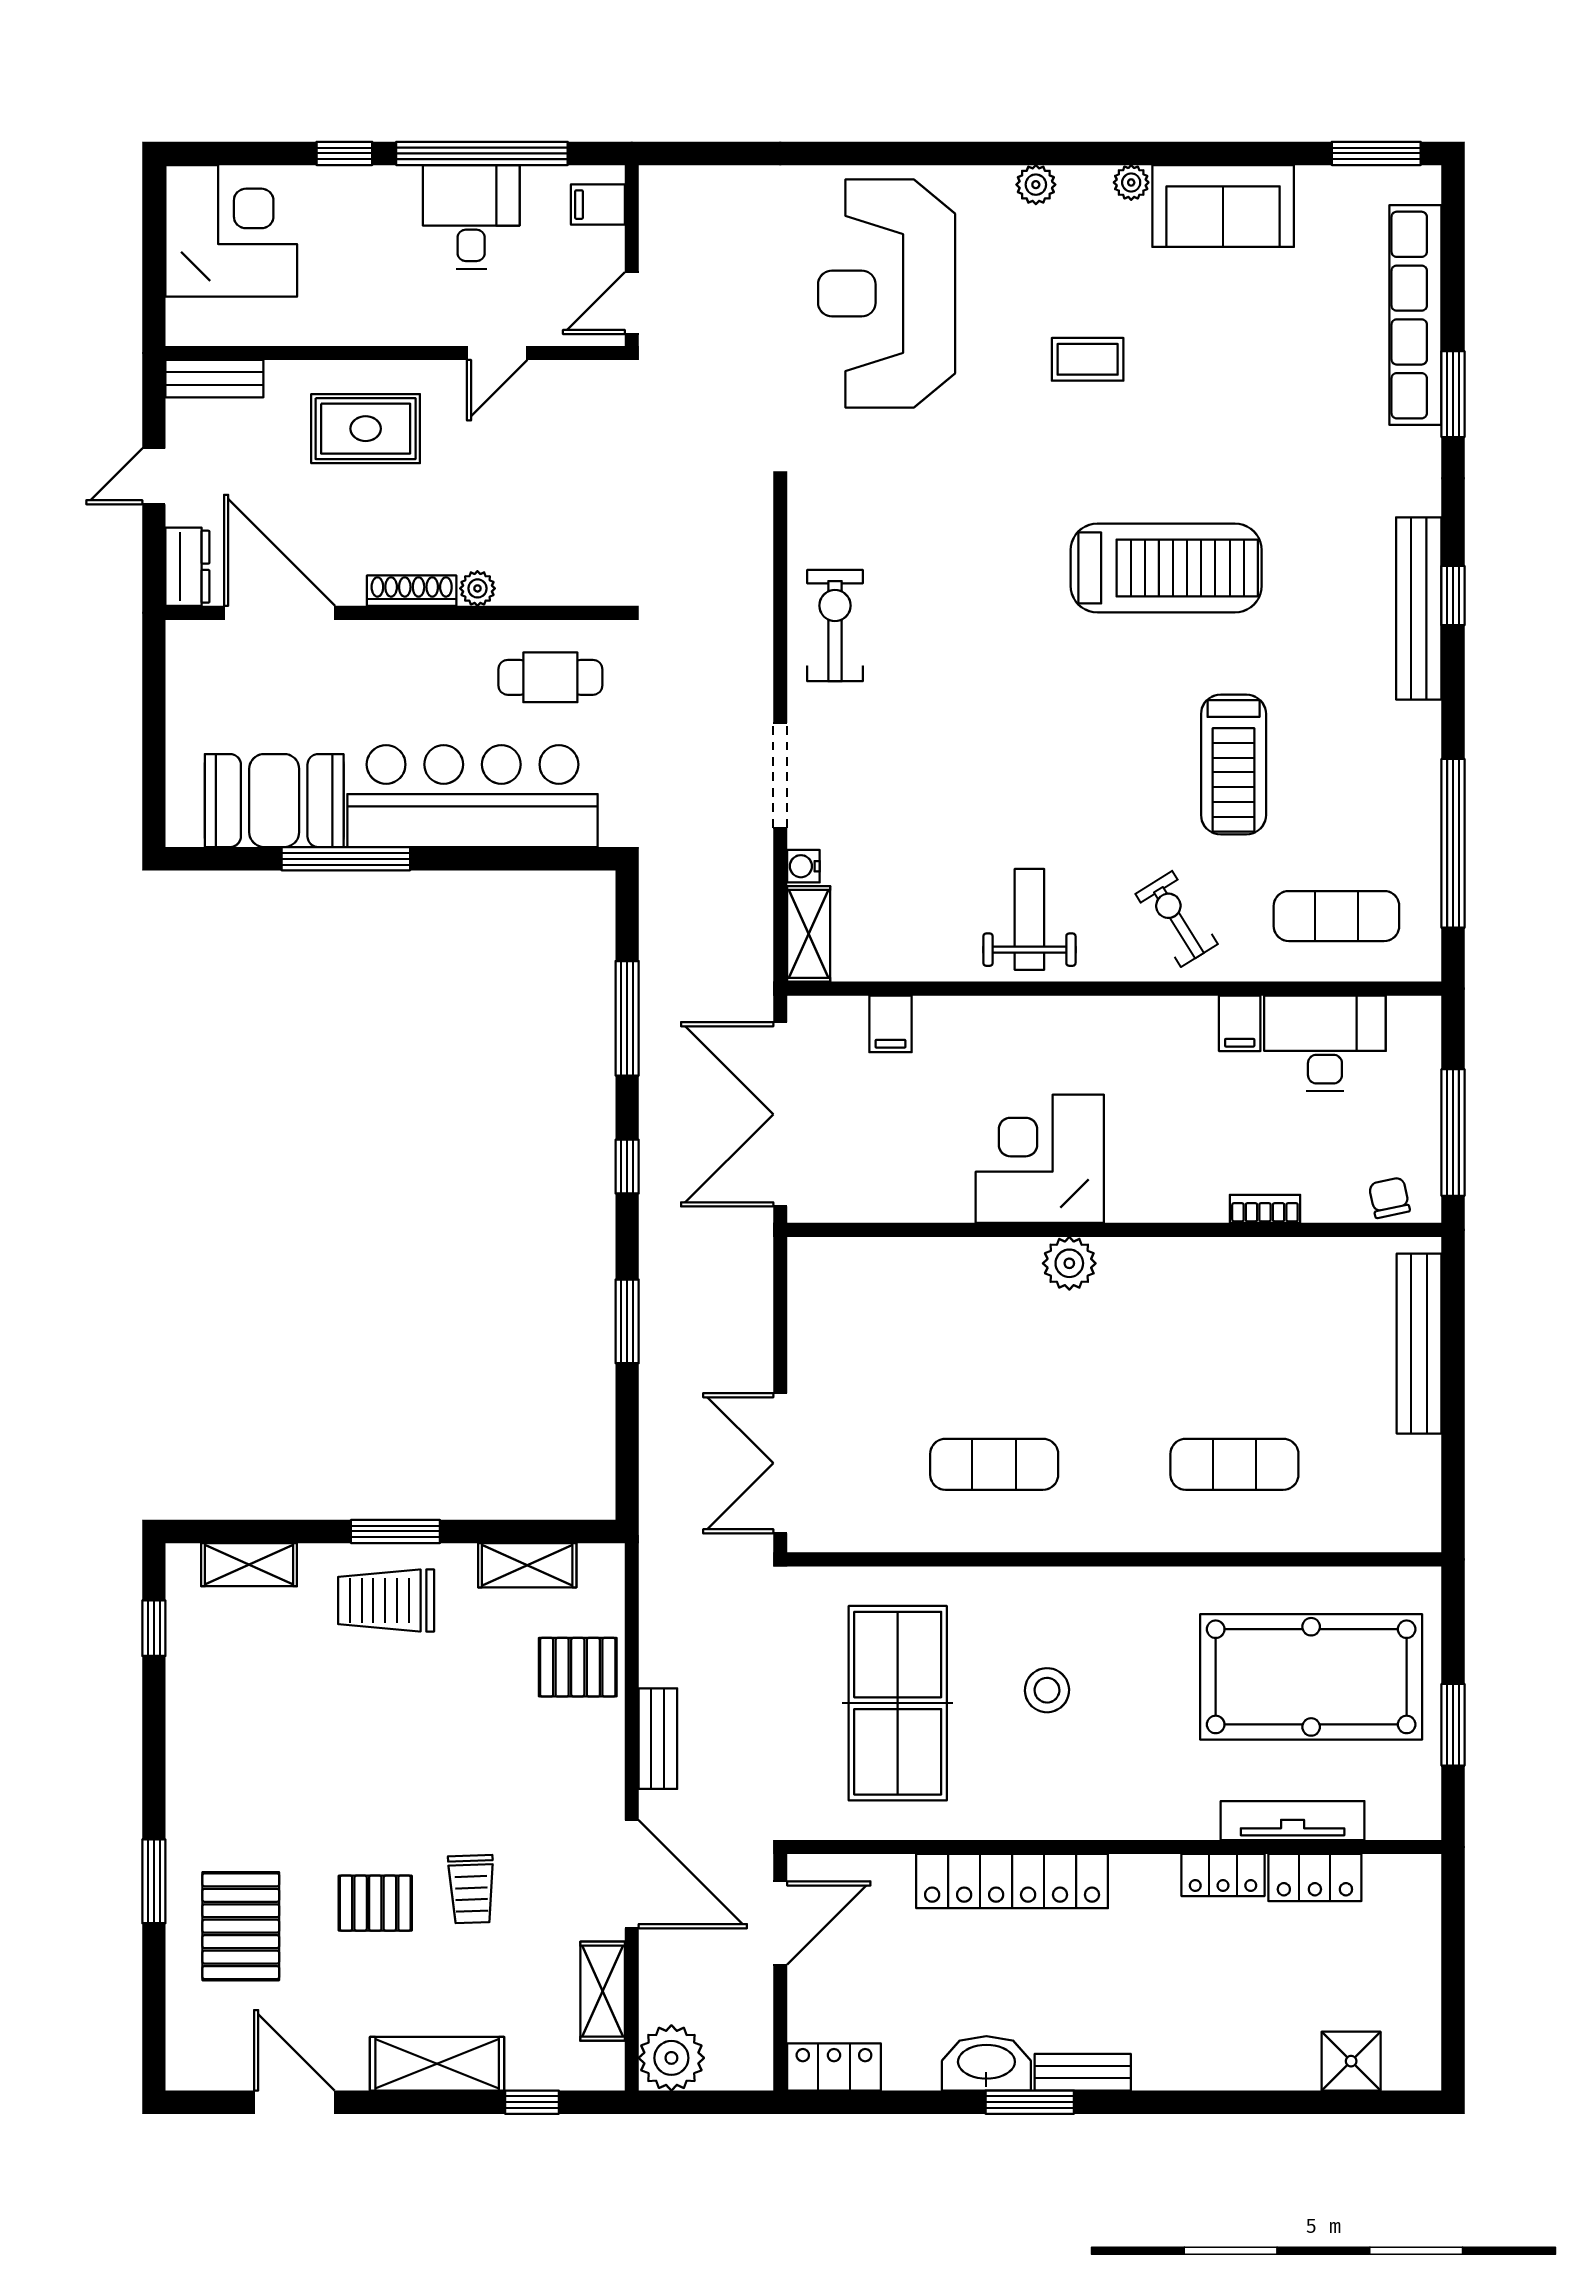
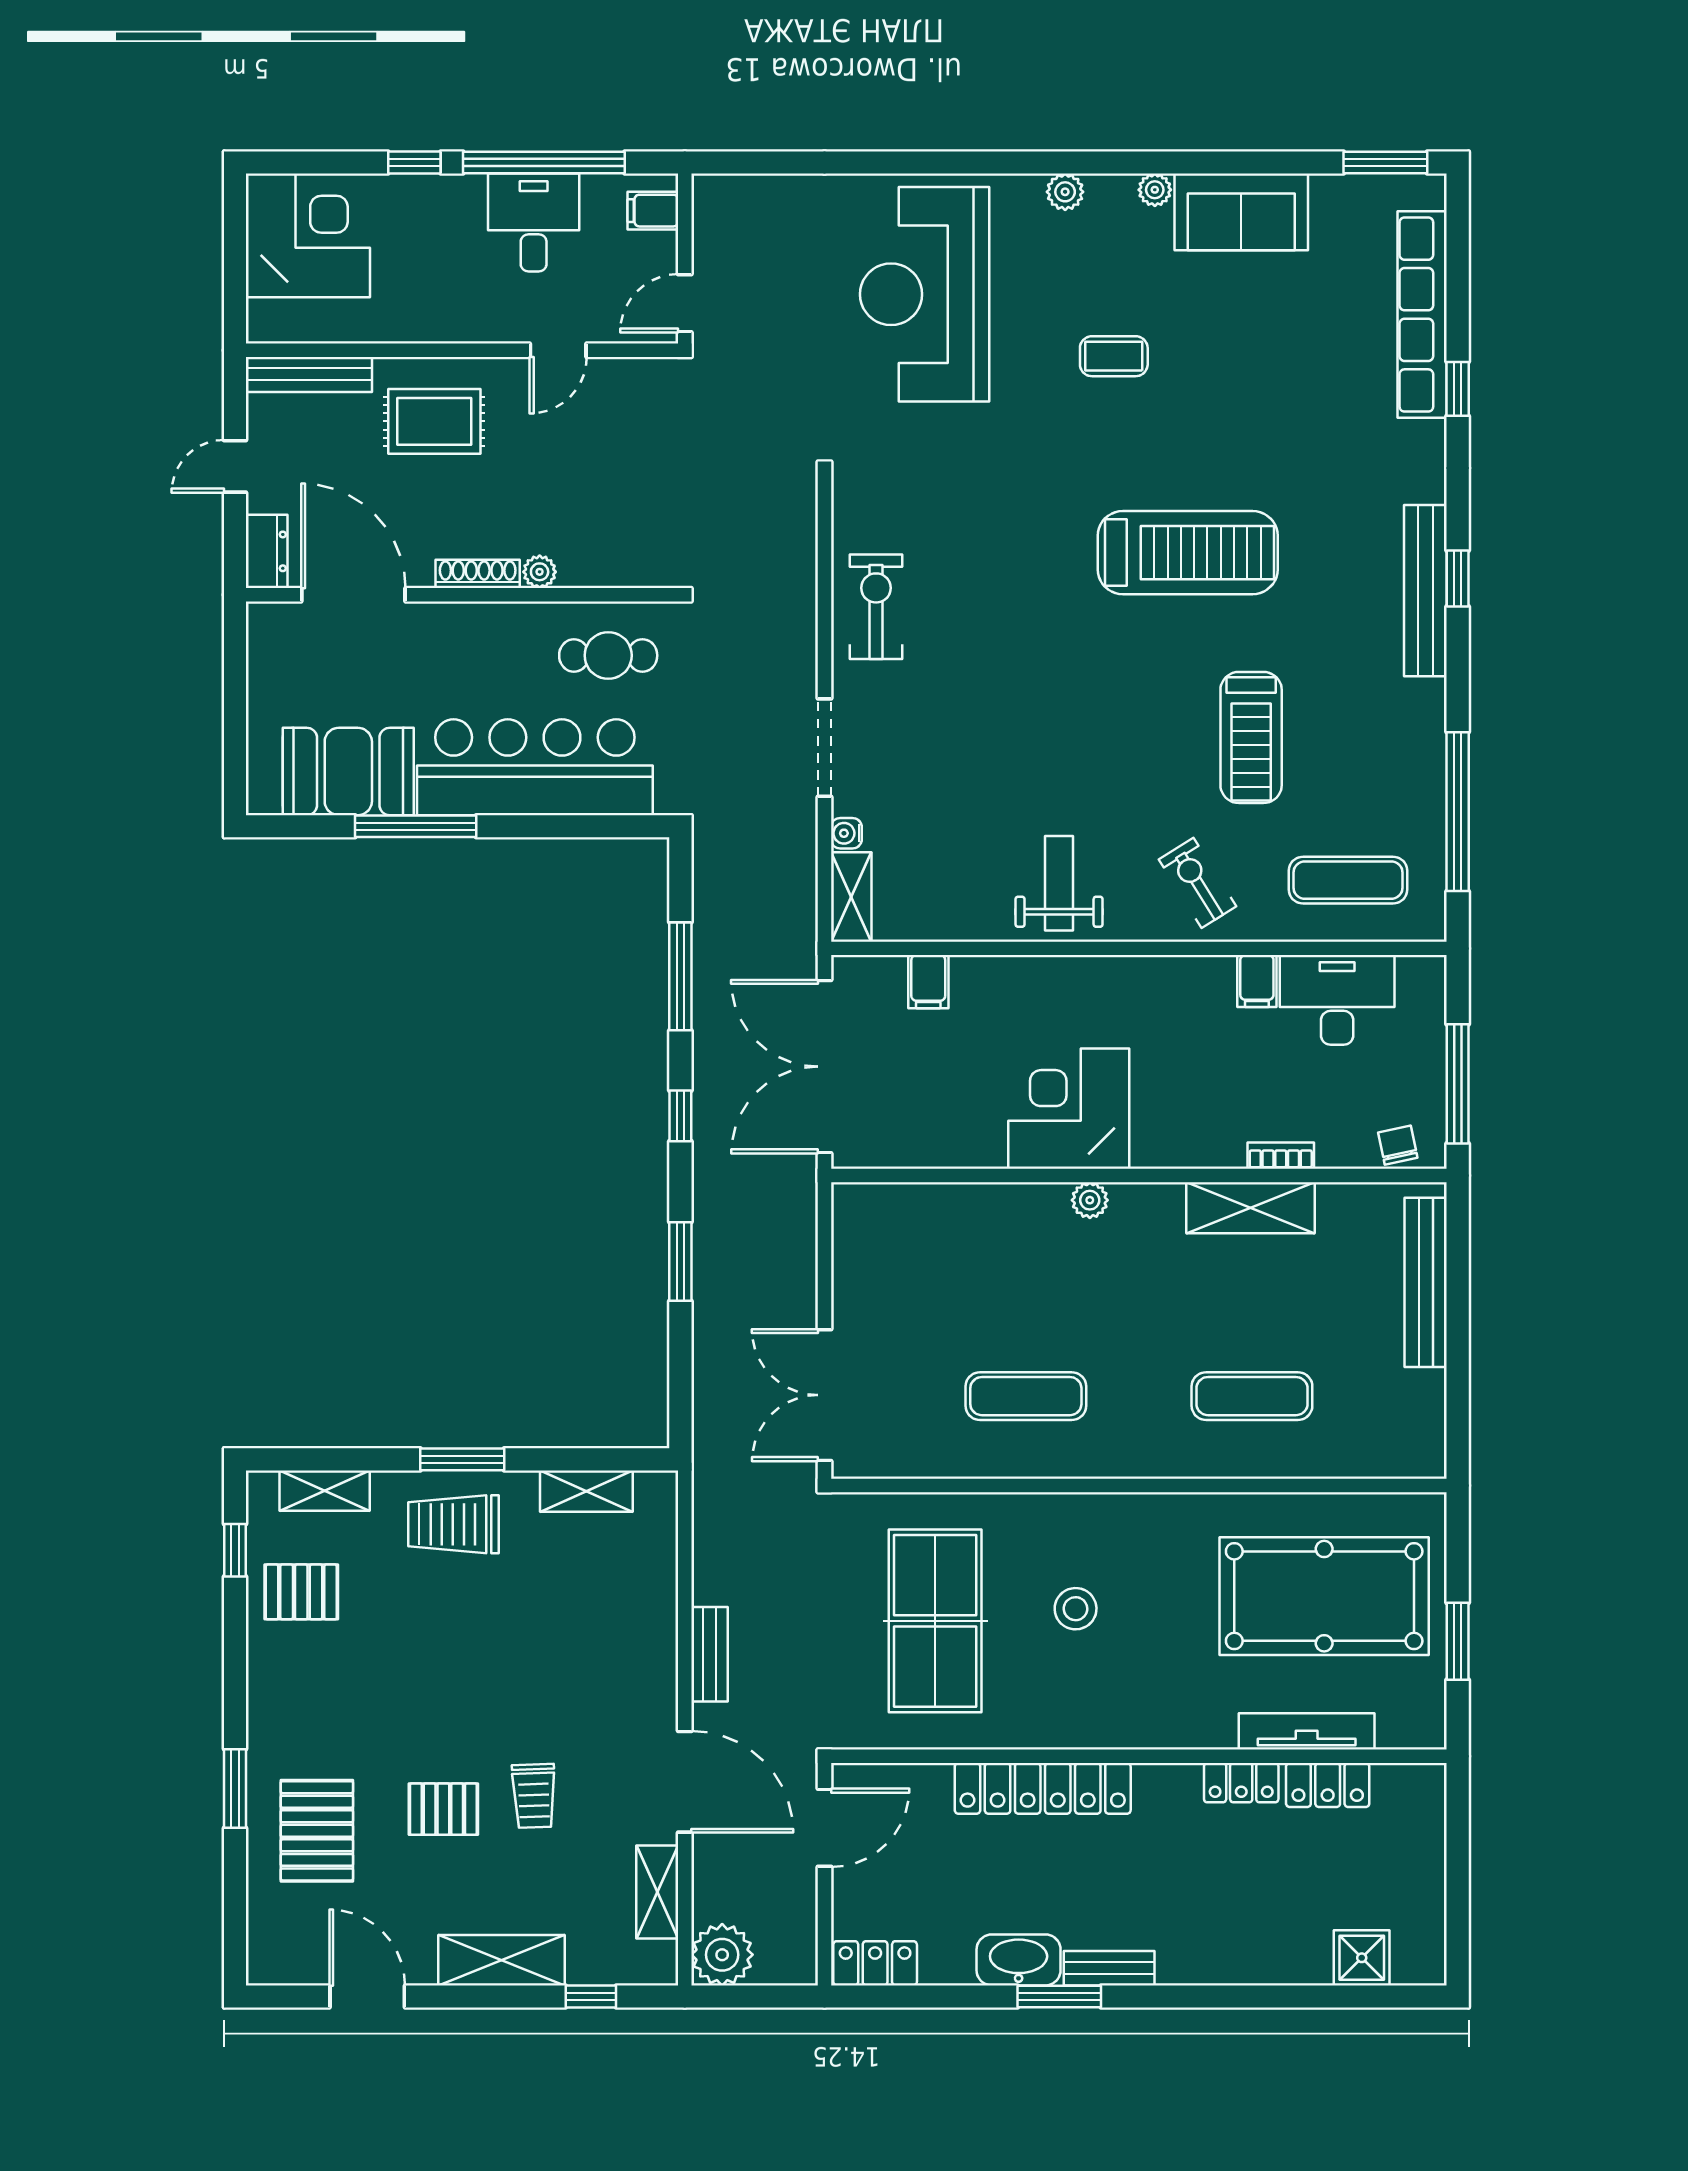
bench: (214, 379) -> (309, 374), width x1.36
window: (1453, 394) -> (1458, 389), width x0.67
plant: (1069, 1263) -> (1090, 1200), width x0.73, depth x0.73
shelving: (1233, 1264) -> (1251, 1208), added
pallet: (578, 1667) -> (301, 1592), moved

